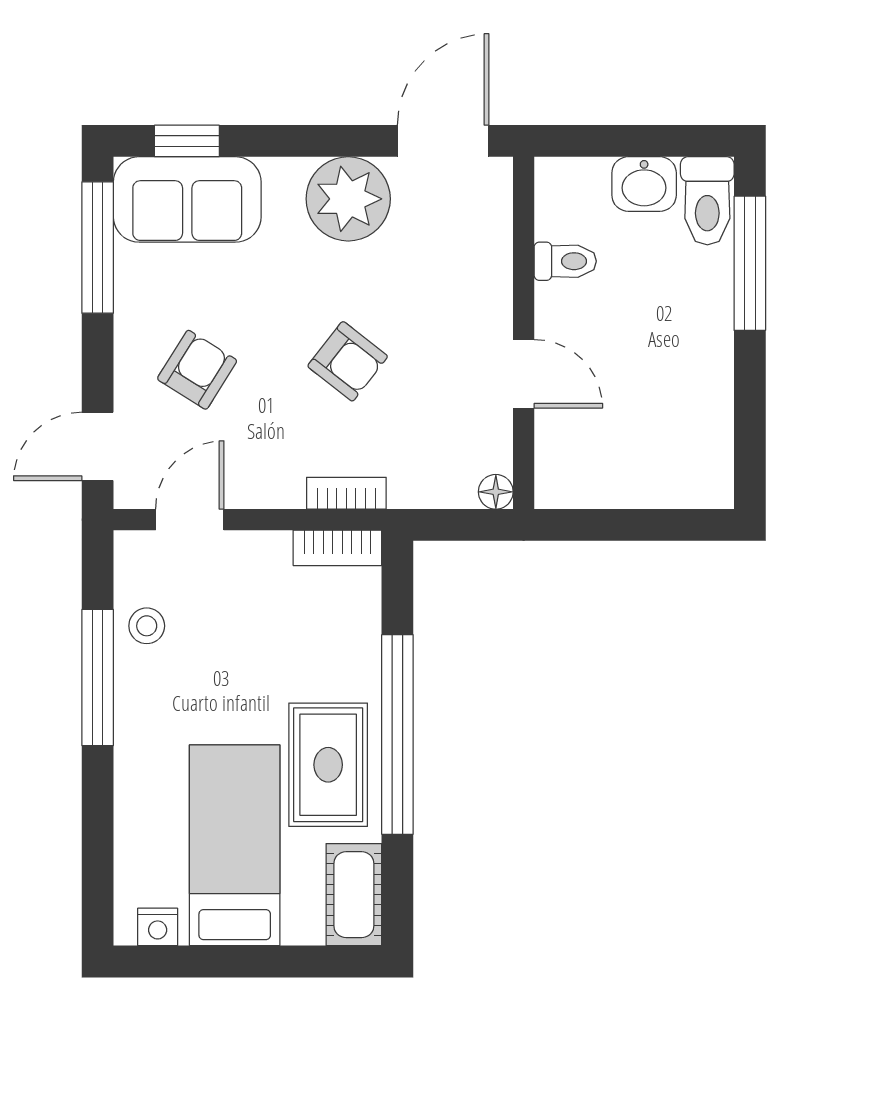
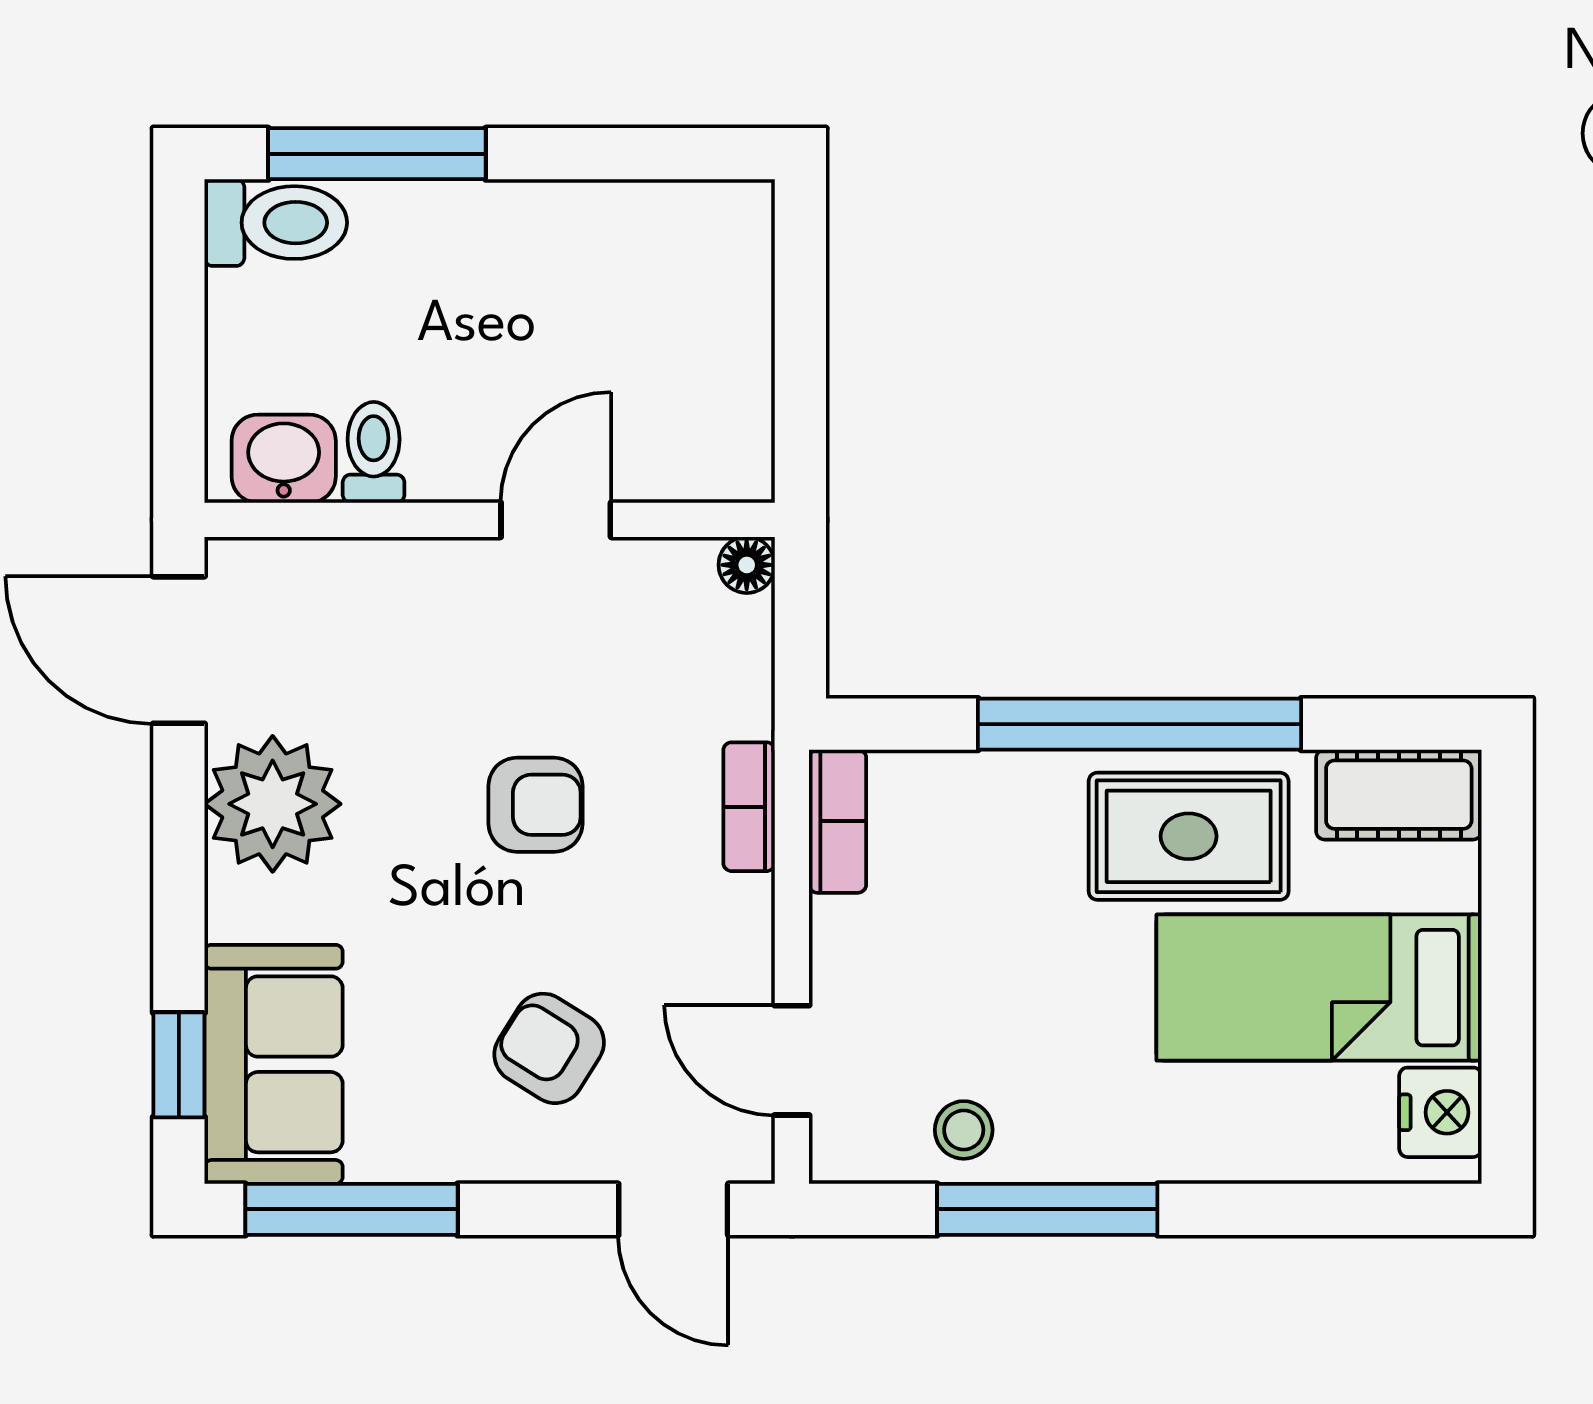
washbasin: (644, 184) -> (284, 459), moved, turned -90
armchair: (348, 361) -> (535, 805), turned 52
nightstand: (158, 927) -> (1440, 1112), width x1.39, depth x1.35

